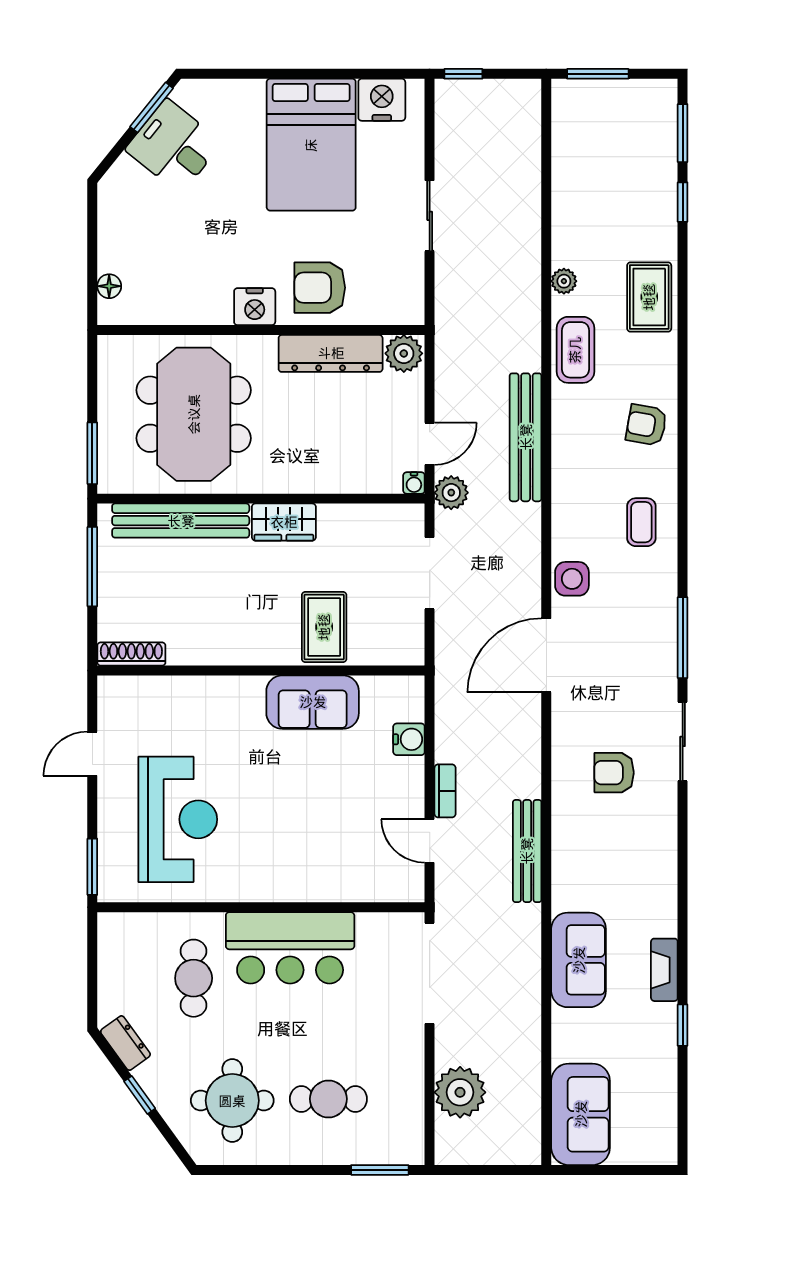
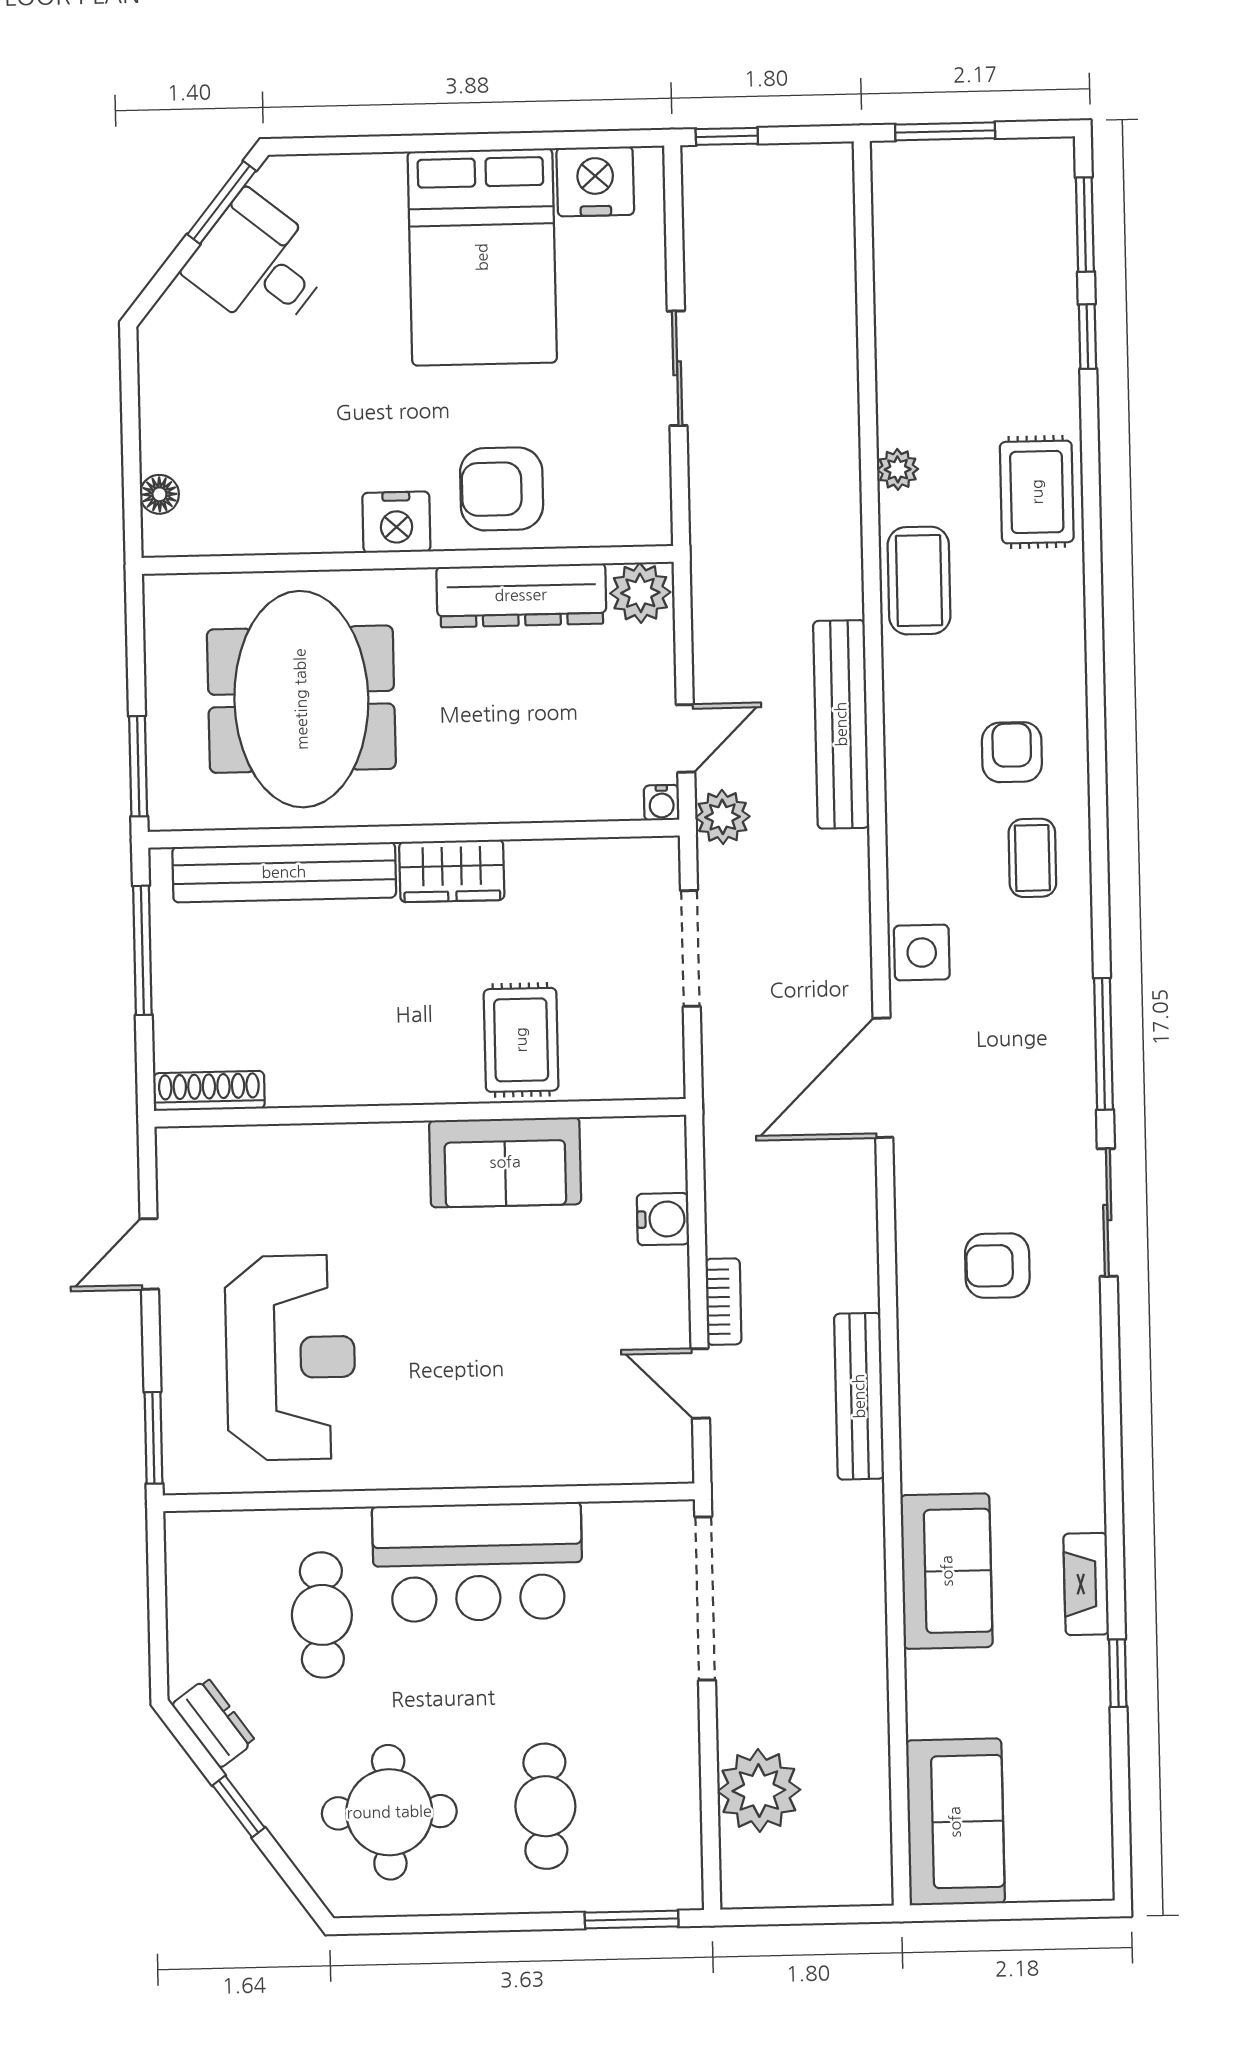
armchair: (646, 425) -> (1012, 752), moved, turned 80
cafe table: (328, 1099) -> (545, 1806), turned 90

